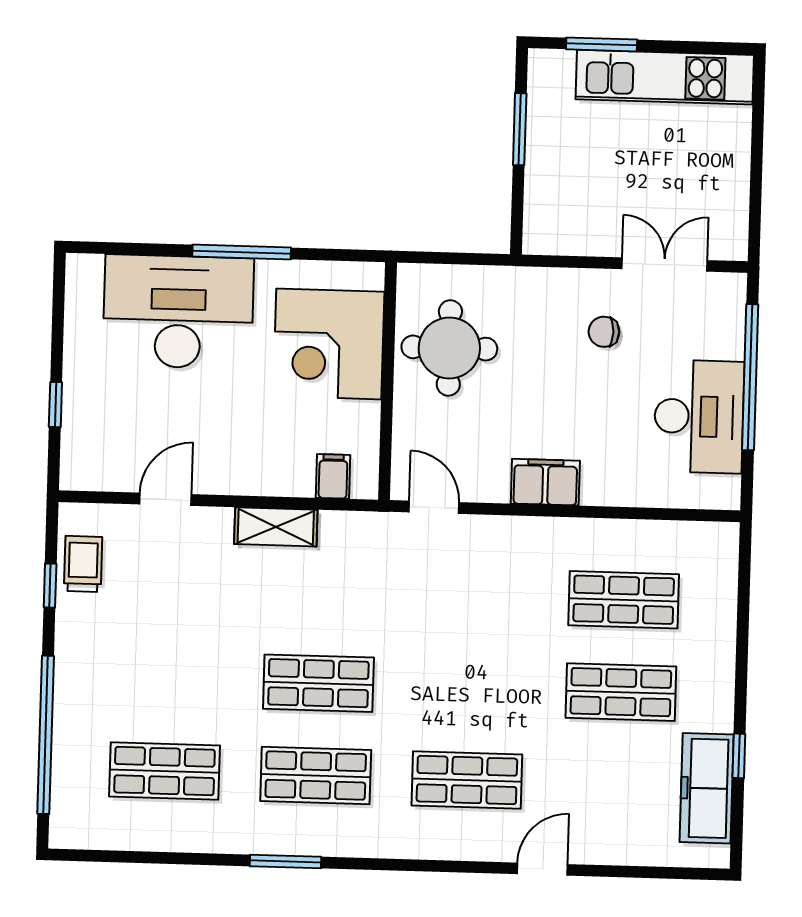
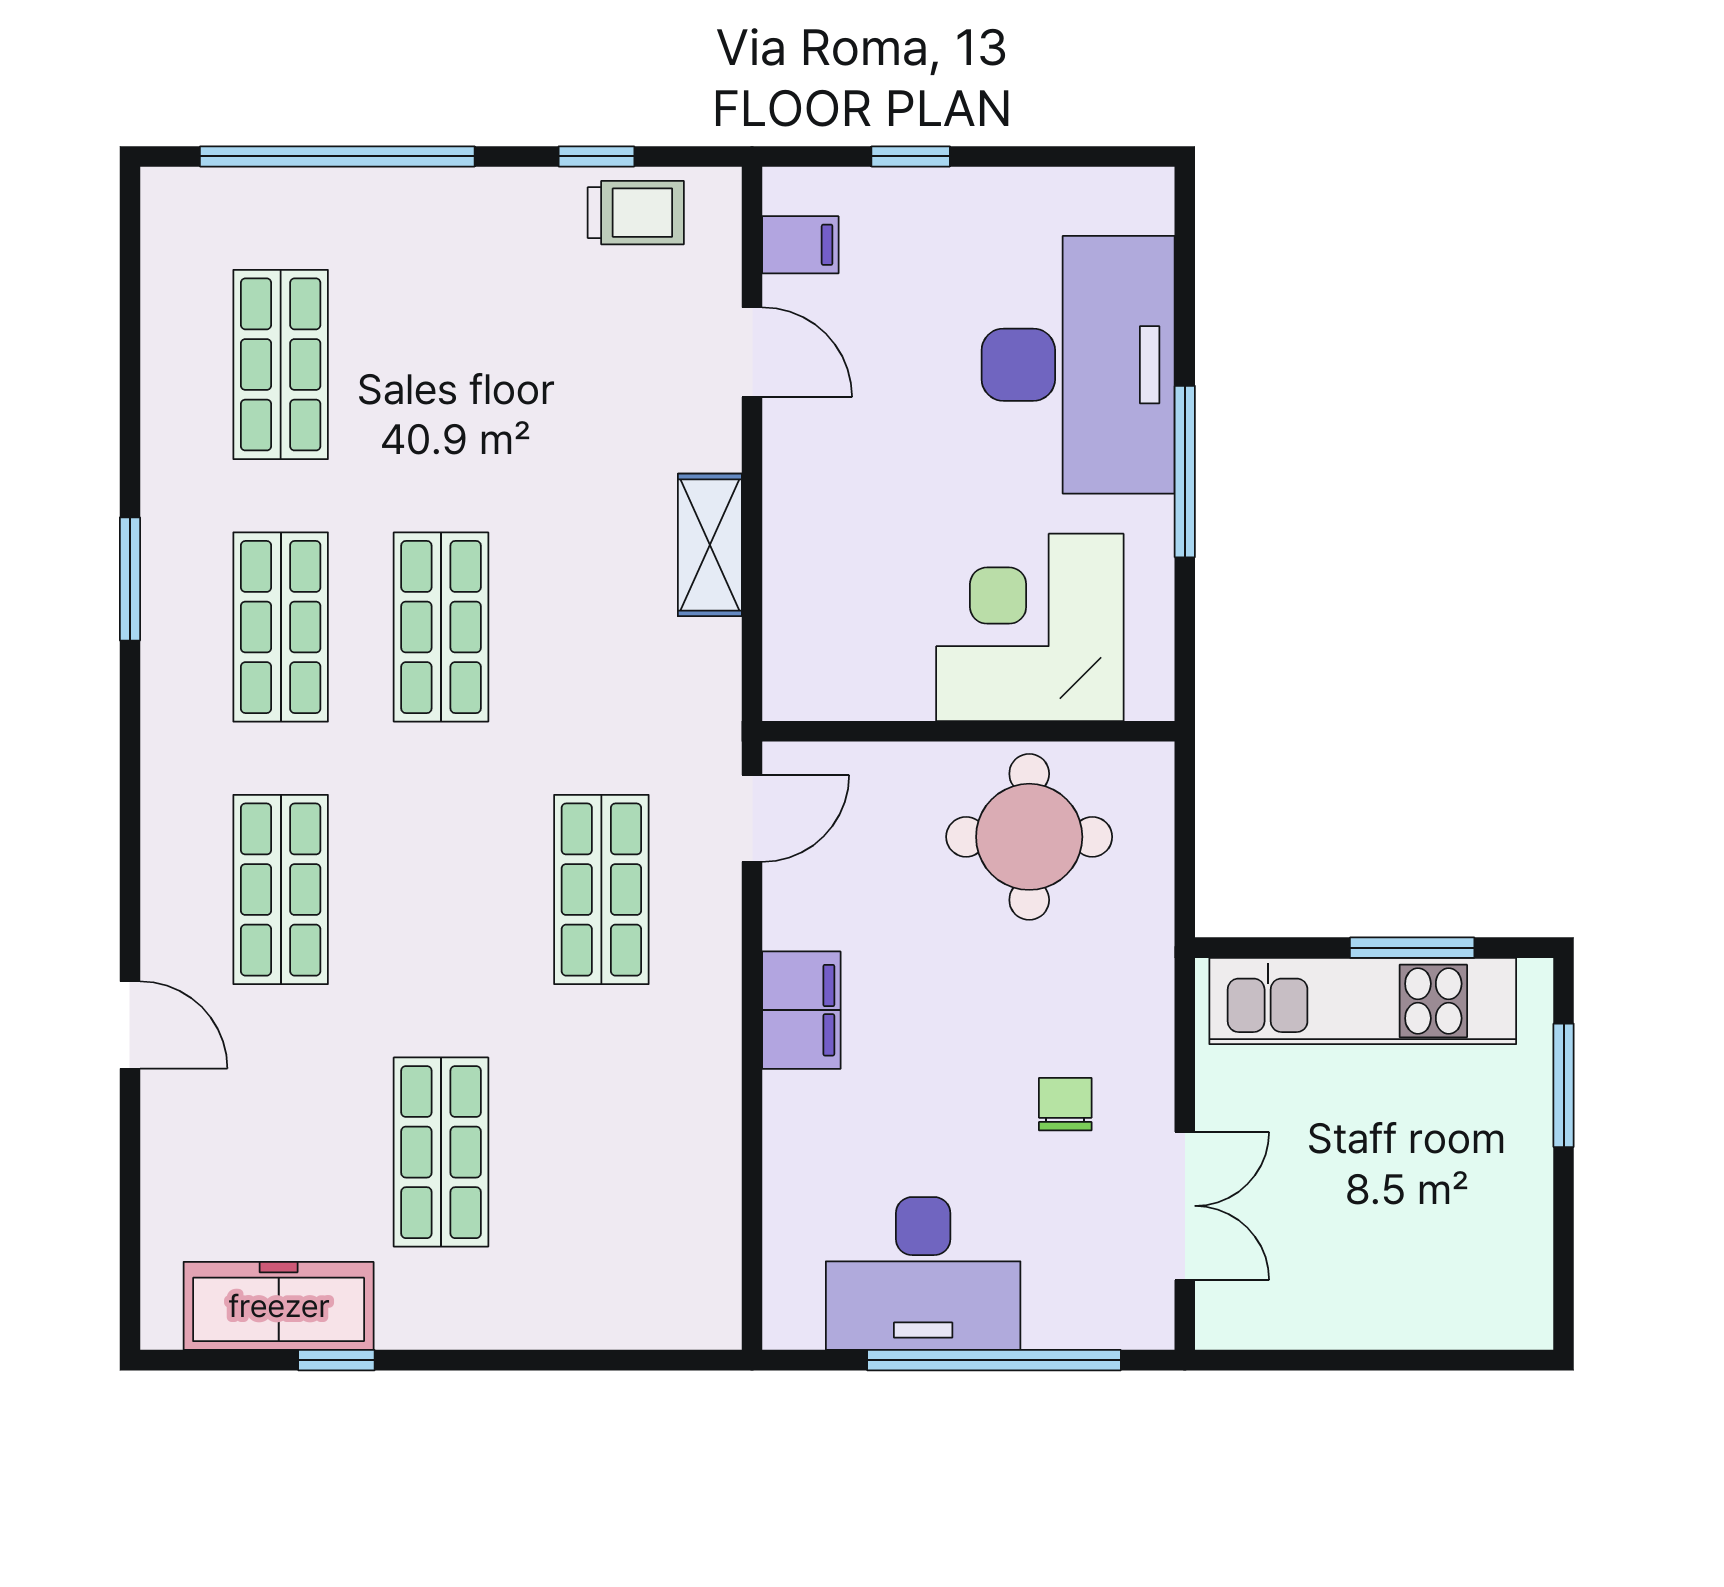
kitchen unit: (665, 77) -> (1363, 1001), moved, turned -90
filing cabinet: (333, 476) -> (800, 245), moved
shop shelf: (624, 600) -> (601, 890), moved

